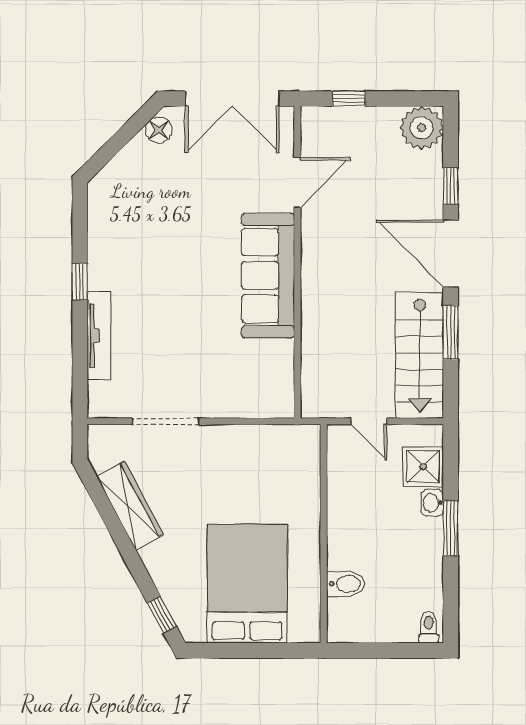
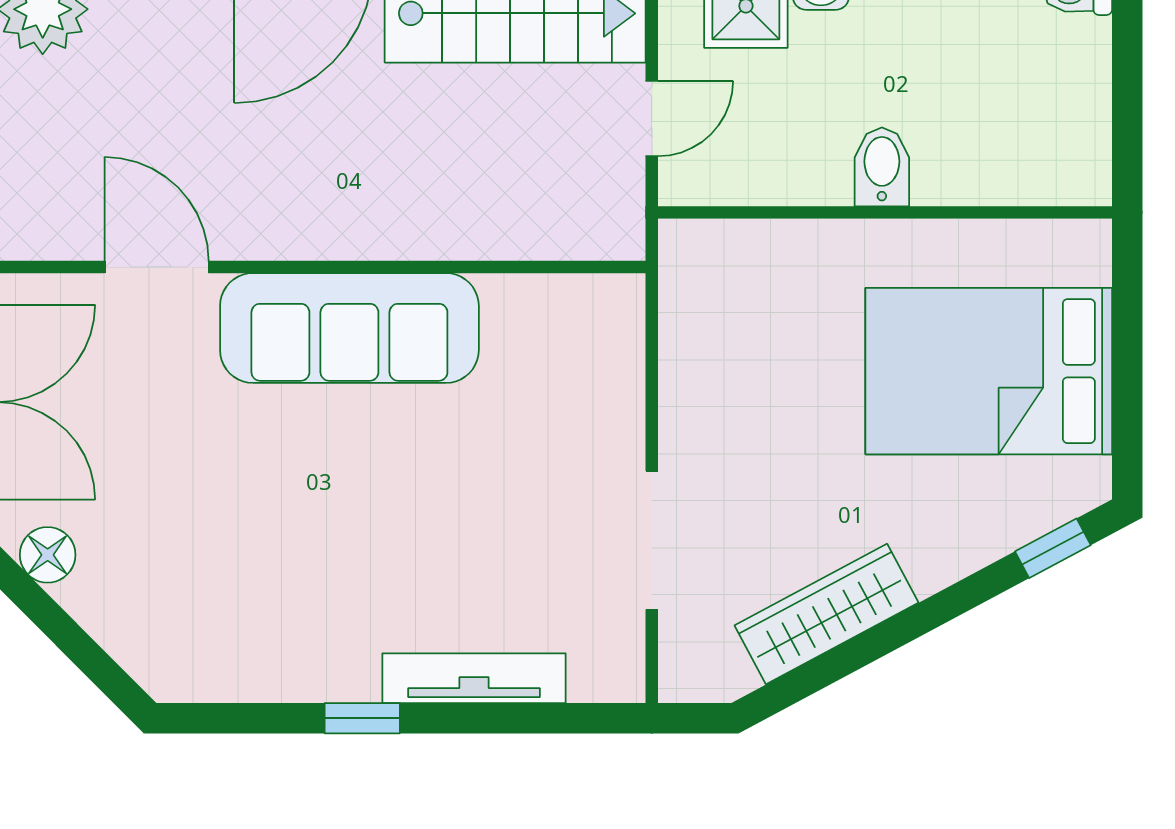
bidet: (346, 584) -> (882, 167), moved

